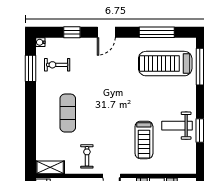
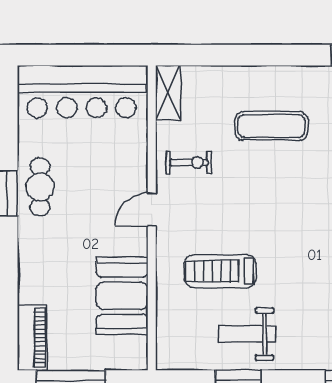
weight bench: (177, 126) -> (247, 334), turned -90

